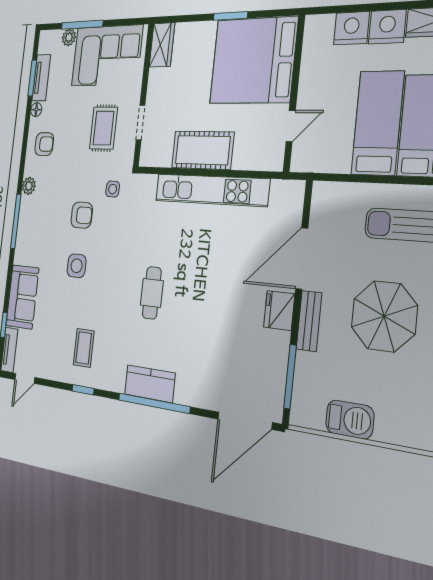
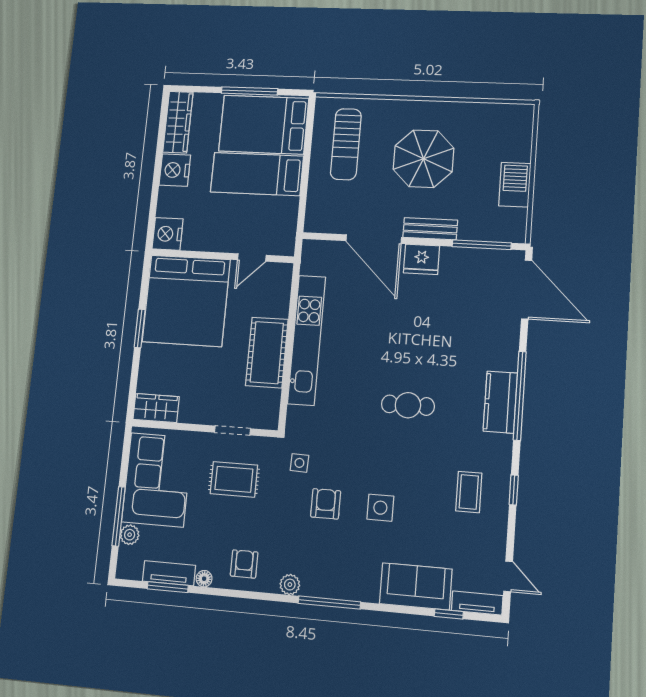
nightstand: (351, 28) -> (168, 234), moved
door: (291, 126) -> (252, 258), swing flipped
coffee table: (84, 348) -> (469, 492), turned 90

